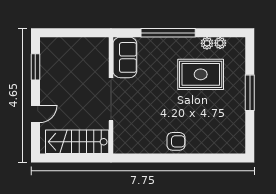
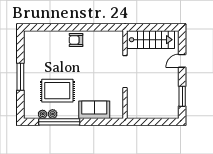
window: (168, 33) -> (59, 122), moved
sofa: (125, 57) -> (94, 110), moved, turned 90

